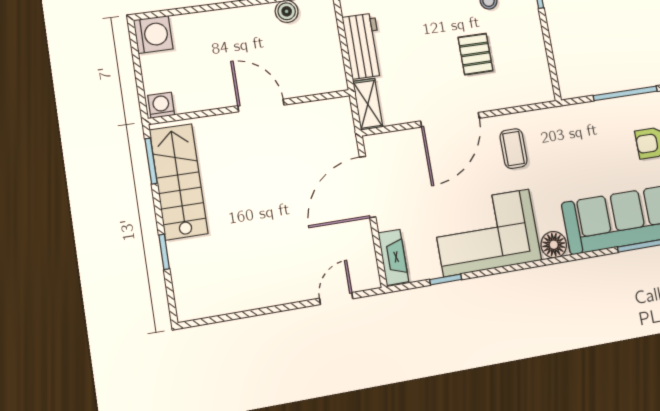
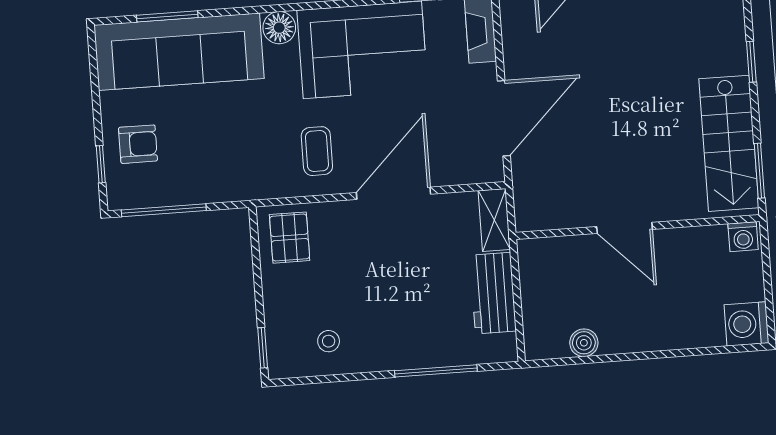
pallet: (475, 54) -> (290, 238), moved

